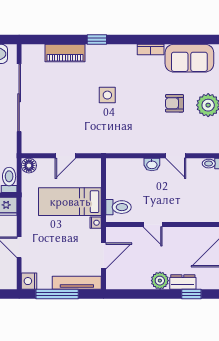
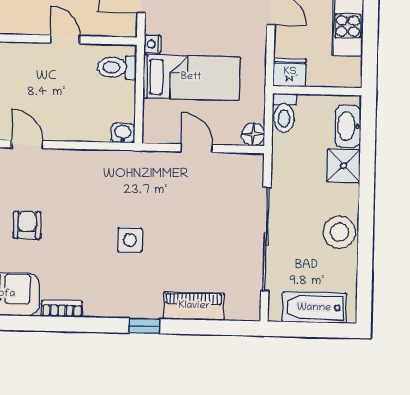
armchair: (174, 103) -> (27, 225), turned -90
door: (65, 156) -> (197, 148), hinge flipped
washbasin: (152, 164) -> (123, 133), moved

